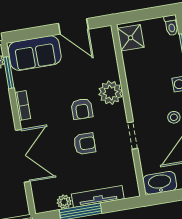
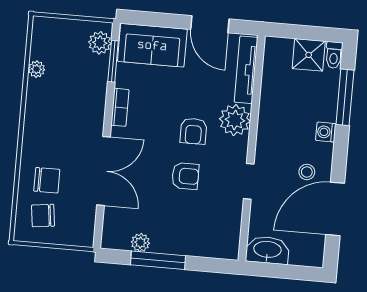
shower: (131, 38) -> (309, 55), moved
tv unit: (98, 196) -> (246, 70), moved, turned -90

